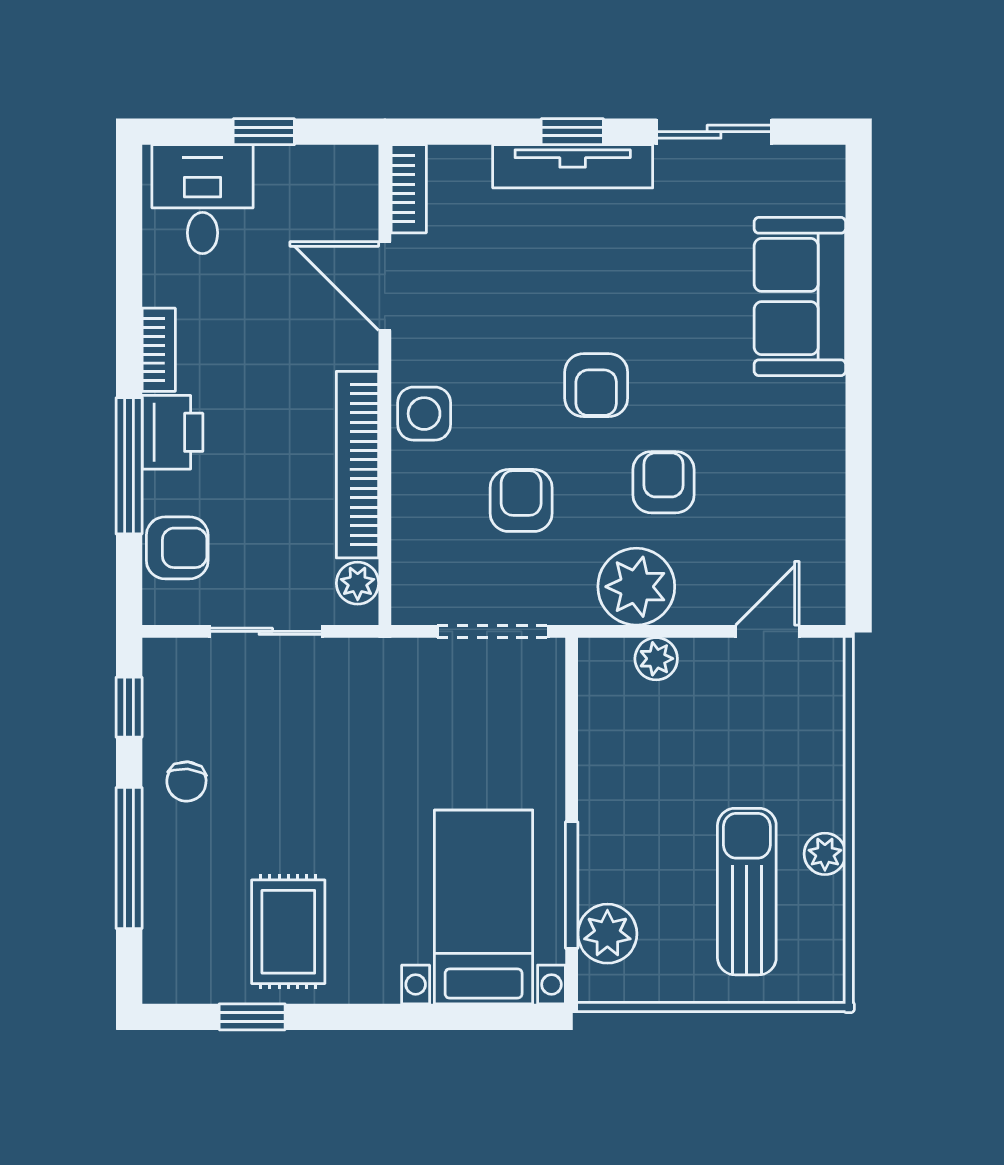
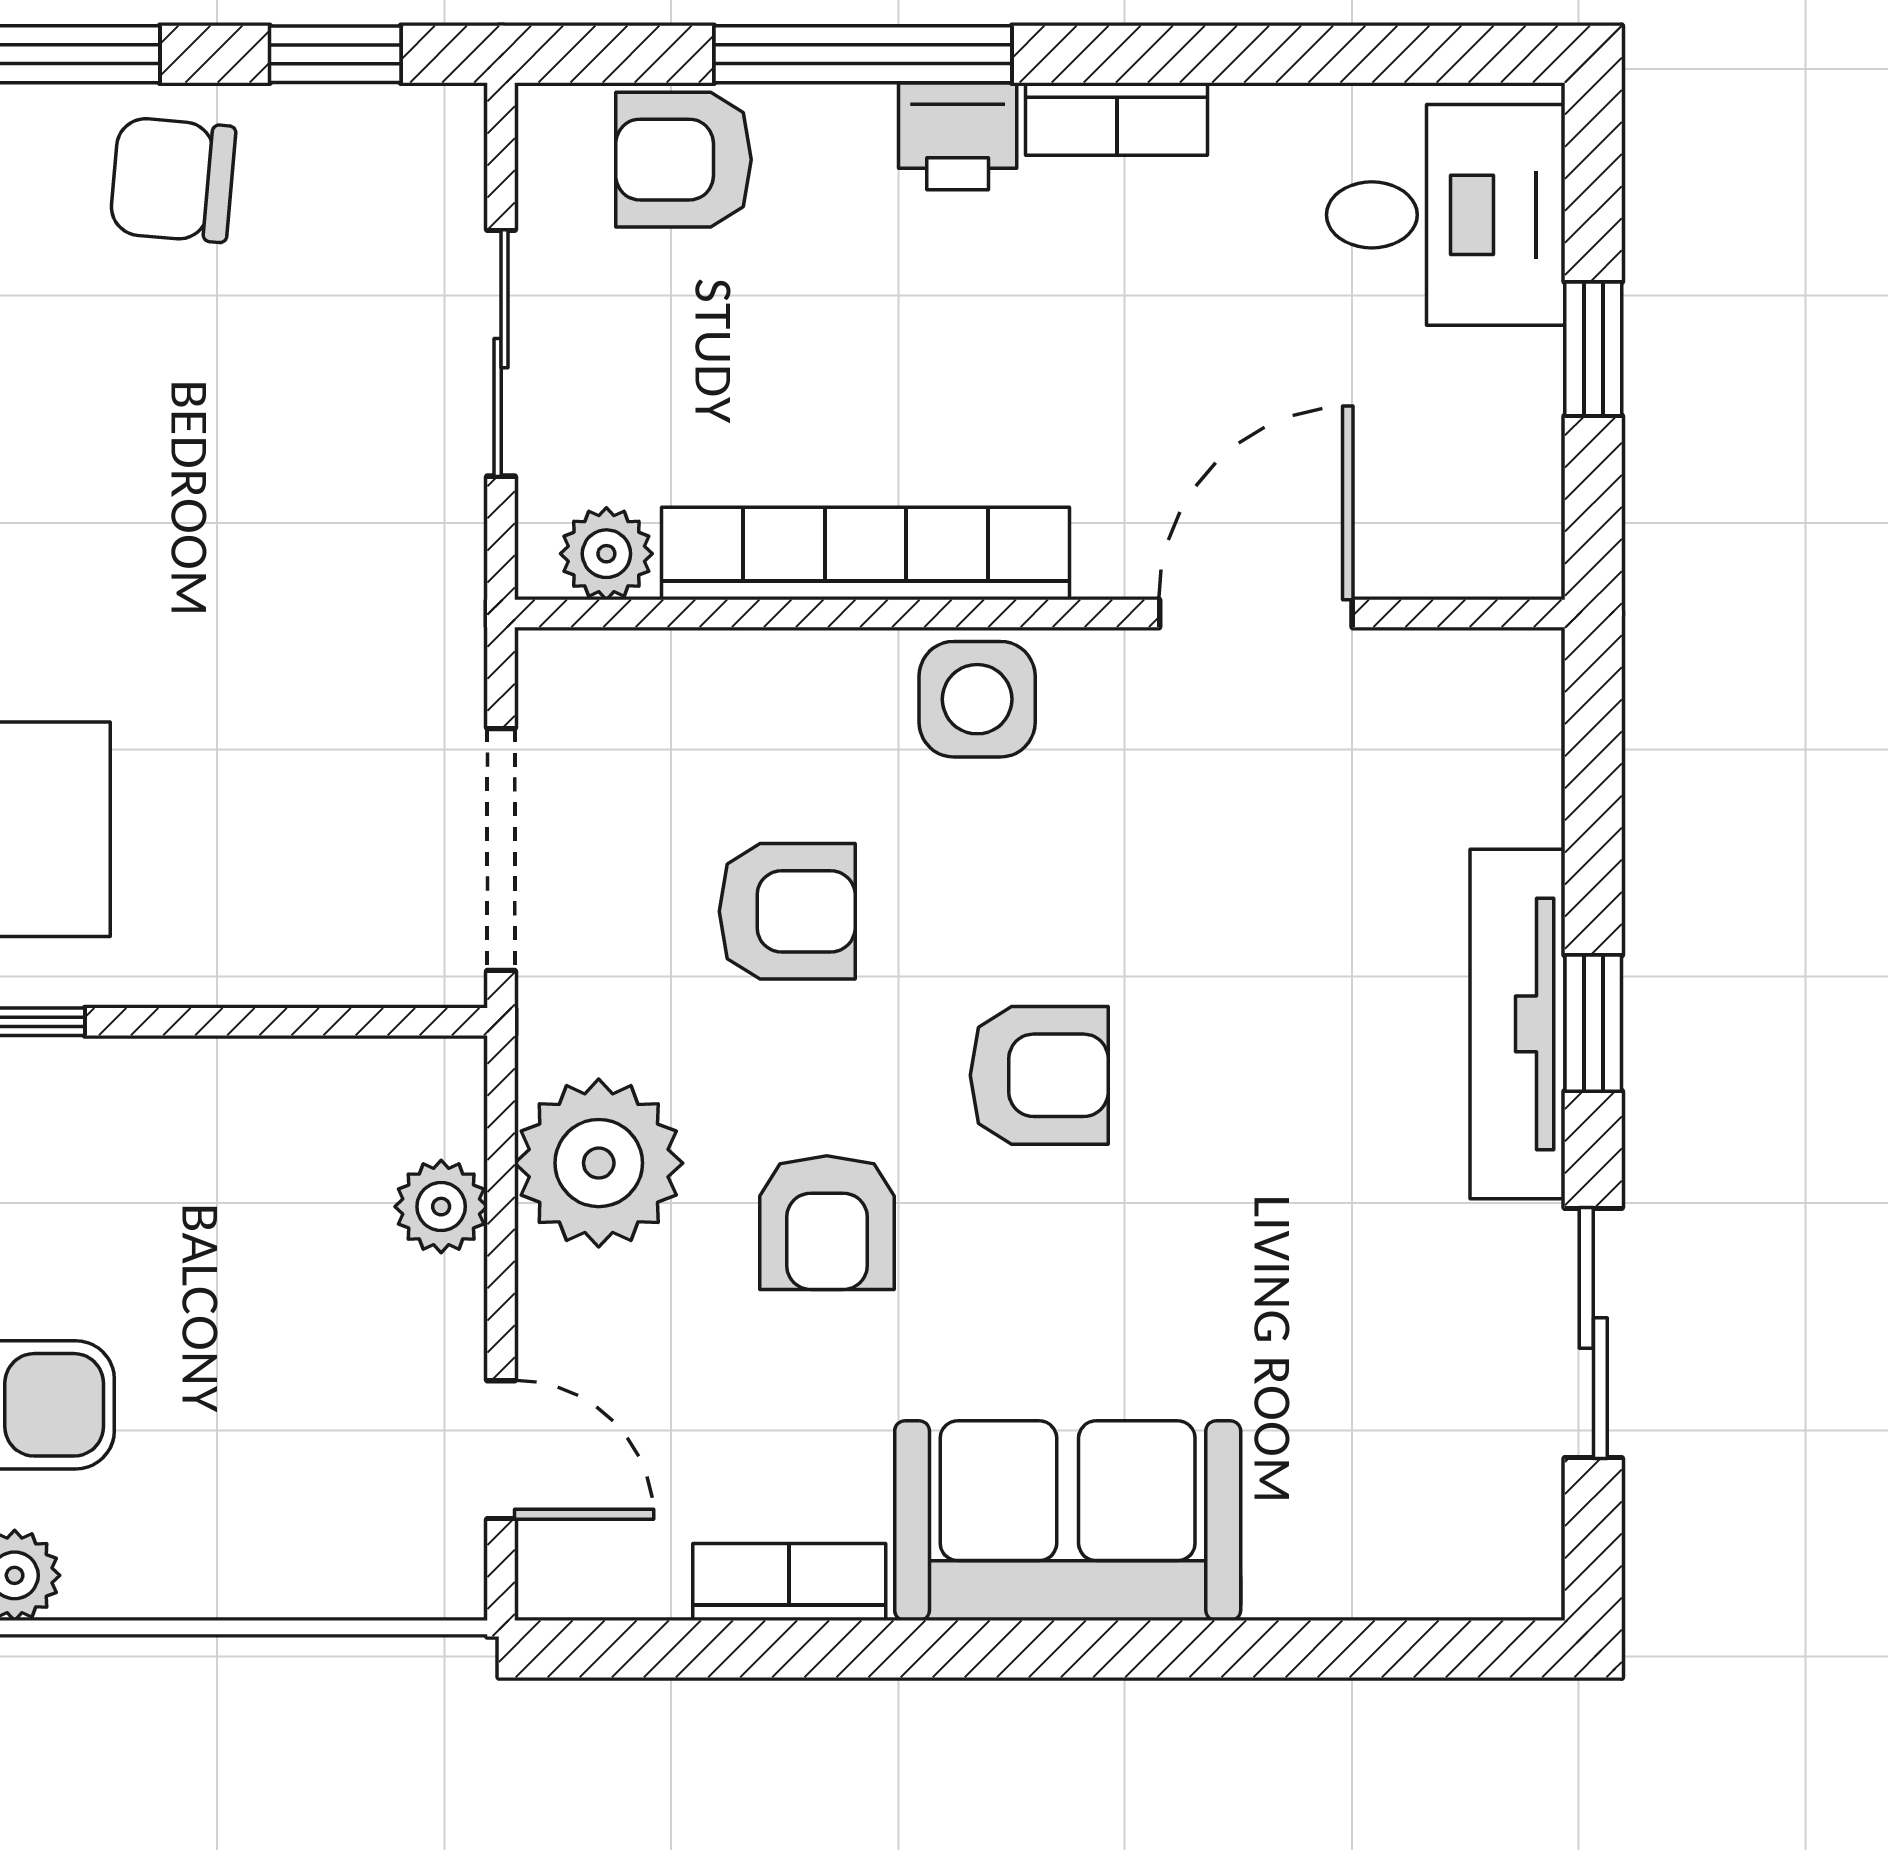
bookcase: (409, 189) -> (789, 1582), moved, turned 180
sofa: (800, 297) -> (1068, 1521), moved
armchair: (596, 385) -> (1039, 1075), turned 180
printer: (172, 432) -> (958, 136), width x0.73, depth x0.81
armchair: (663, 482) -> (827, 1223), turned 90
armchair: (177, 548) -> (684, 160), turned 90
chair: (186, 781) -> (173, 180), width x1.37, depth x1.37

